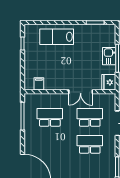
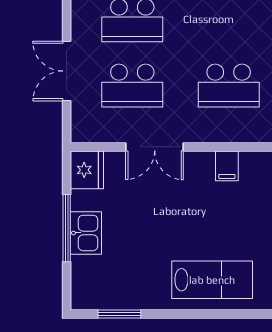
filing cabinet: (39, 84) -> (227, 166), moved
double door: (81, 92) -> (155, 147), swing flipped

